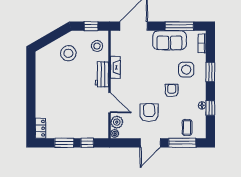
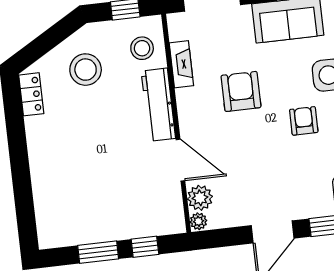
fireplace: (115, 67) -> (181, 64), moved
workbench: (102, 74) -> (158, 105), width x1.38
armchair: (149, 113) -> (241, 91), moved
locker: (41, 128) -> (31, 94), moved

